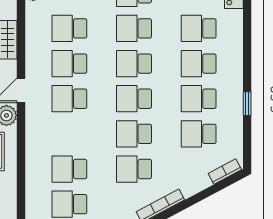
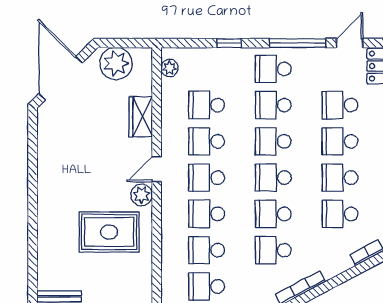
school desk: (69, 134) -> (207, 214), added

